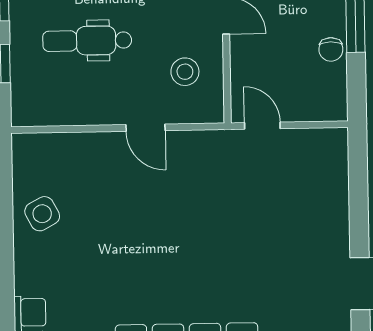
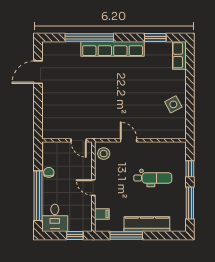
stool: (185, 72) -> (104, 154), moved

